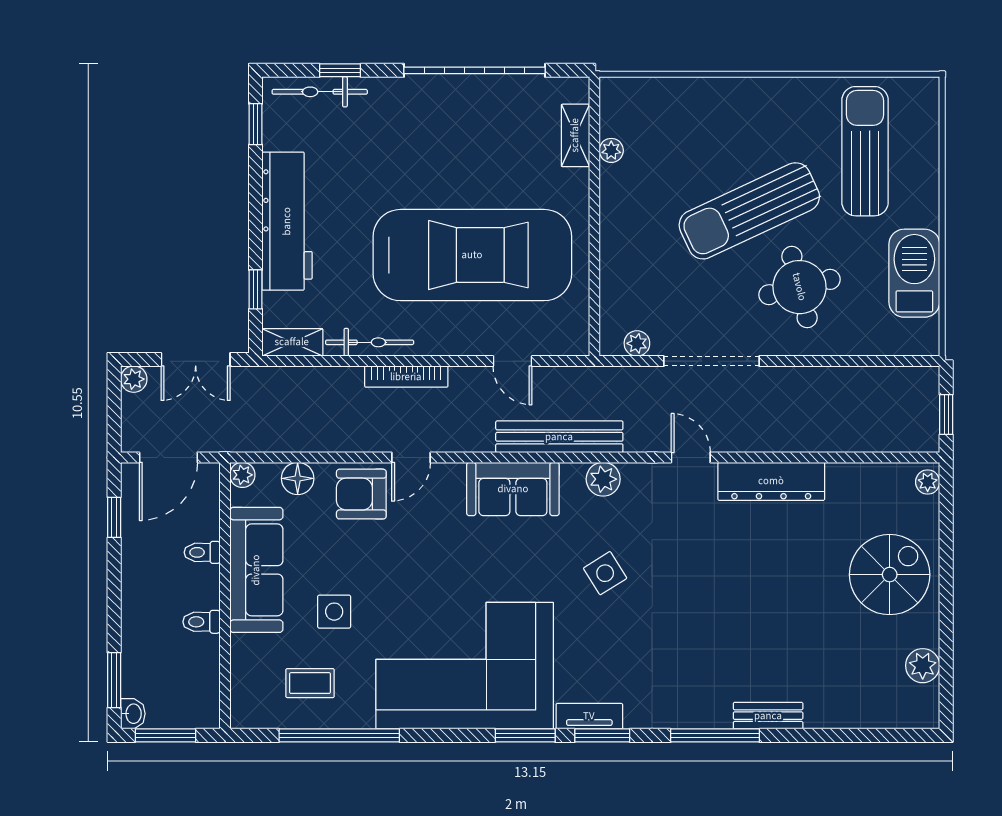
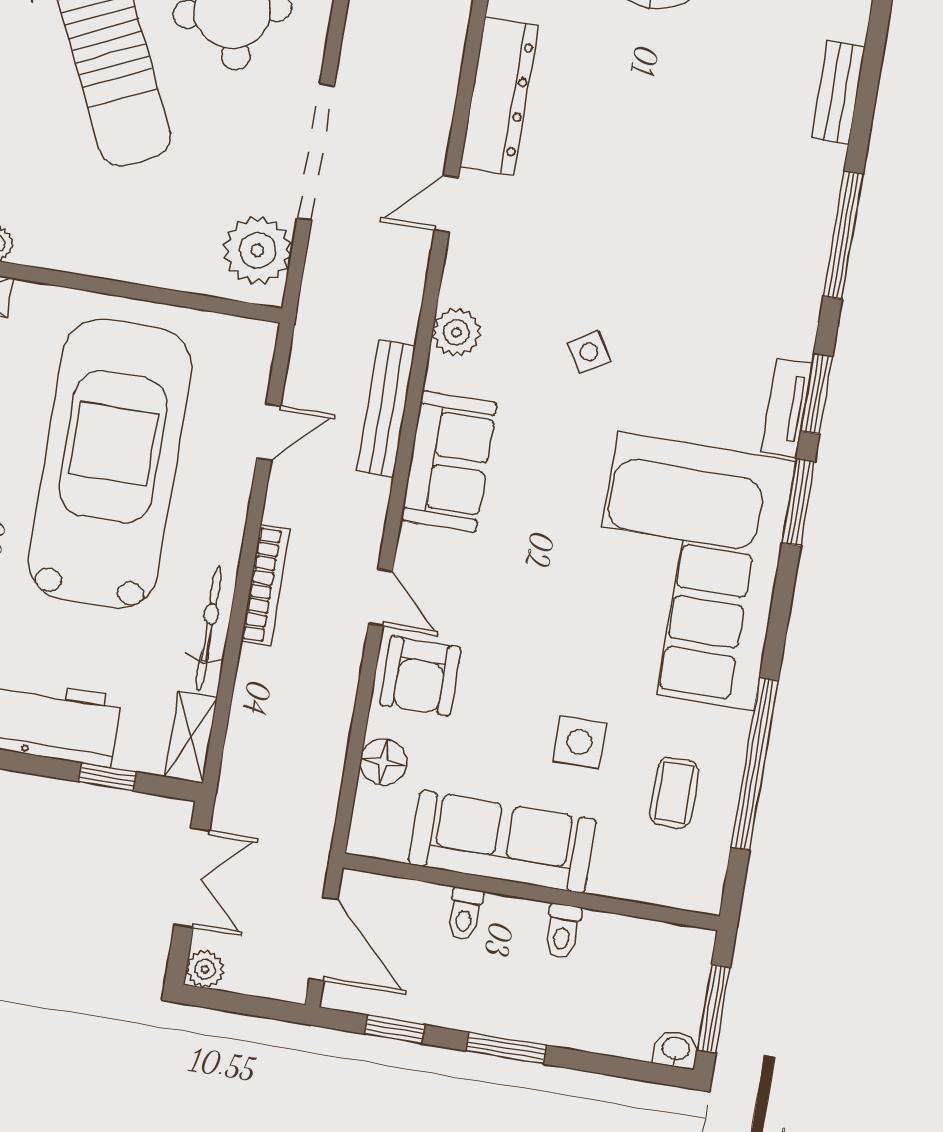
plant: (637, 343) -> (258, 250), width x1.88, depth x1.88
bench: (559, 437) -> (386, 409), width x0.73, depth x0.82
plant: (242, 475) -> (365, 839), removed
side table: (605, 573) -> (589, 352), width x0.73, depth x0.73
window: (114, 680) -> (506, 1048), moved
bench: (768, 716) -> (839, 92), moved

